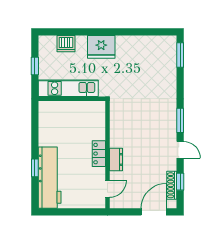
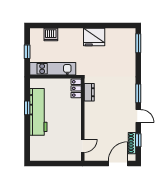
fridge: (101, 47) -> (94, 37), moved
locker: (99, 154) -> (76, 88), moved
dresser: (116, 159) -> (89, 92), moved
window: (35, 168) -> (27, 108), moved
workbench: (50, 178) -> (38, 112), moved

